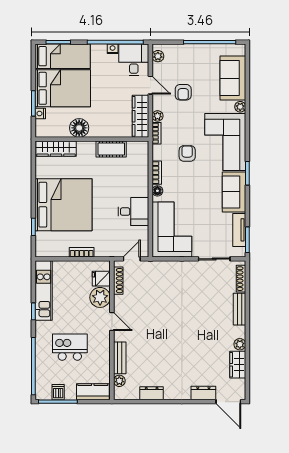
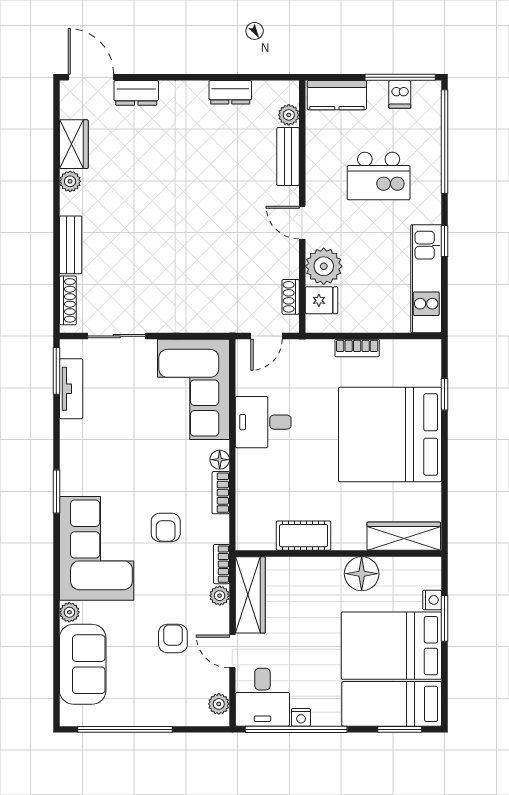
sofa: (234, 192) -> (81, 458), removed
shoe rack: (118, 281) -> (291, 297), width x0.70

